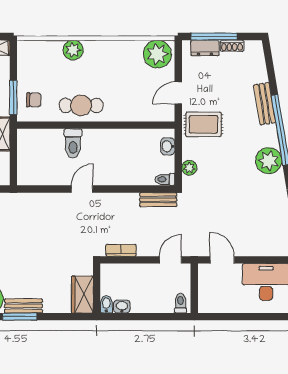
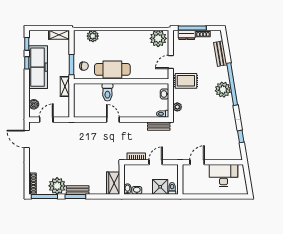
plant: (73, 50) -> (93, 36), moved
bench: (265, 104) -> (220, 54), moved
cafe table: (81, 105) -> (112, 69), width x1.37, depth x1.35
plant: (269, 161) -> (223, 90), moved
door: (82, 189) -> (113, 120), hinge flipped
door: (170, 260) -> (156, 162), moved
door: (222, 260) -> (197, 162), hinge flipped
shower: (161, 301) -> (160, 187), added

